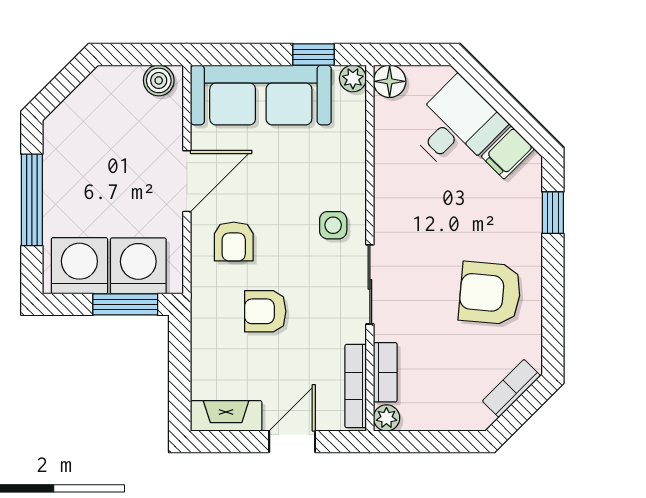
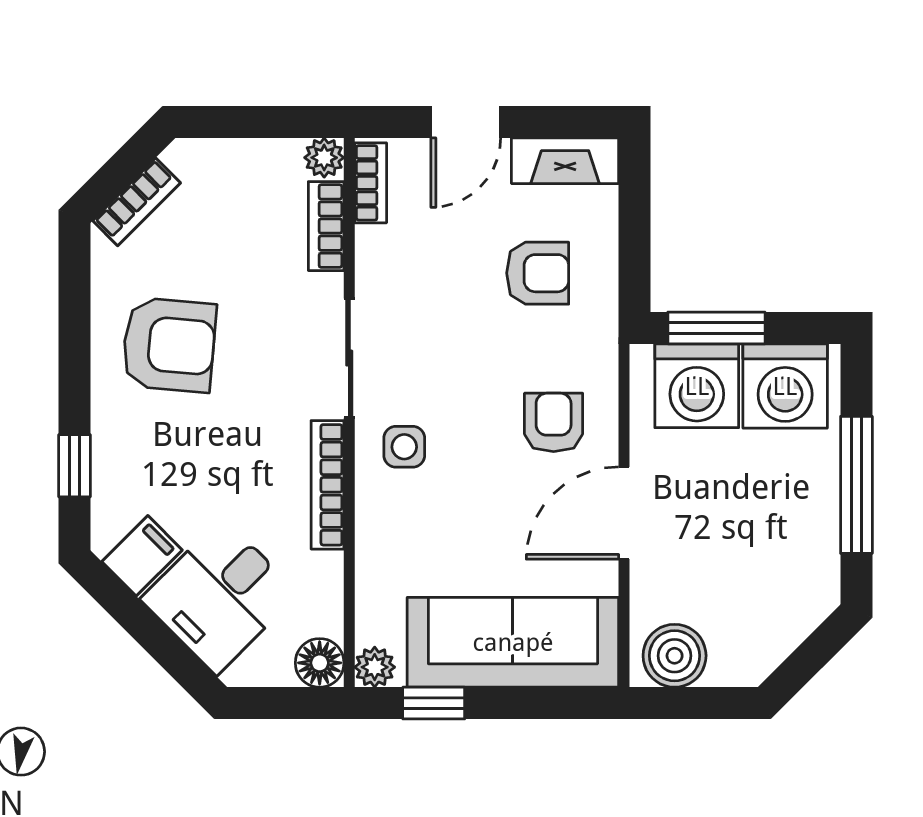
boiler: (159, 80) -> (675, 656), width x1.36, depth x1.36
bookcase: (384, 200) -> (328, 485), added
armchair: (265, 311) -> (538, 273), moved
bookcase: (356, 386) -> (371, 183), width x0.64

